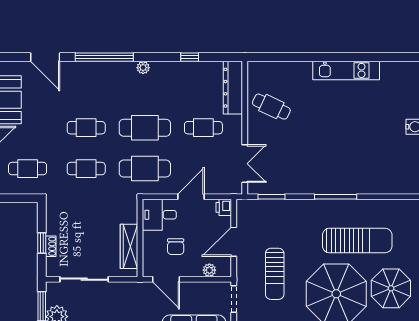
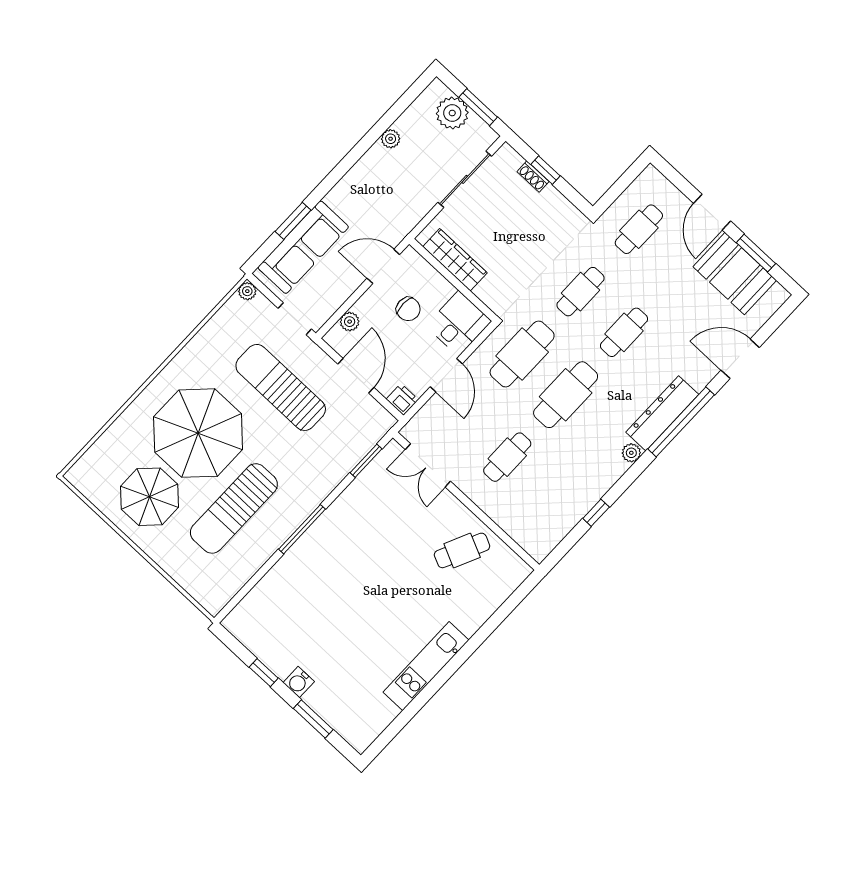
dresser: (233, 88) -> (662, 413), moved, turned -90
chair: (176, 247) -> (408, 309), turned 180
sun lounger: (275, 274) -> (281, 387), width x1.36, depth x1.34

